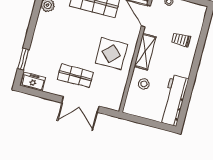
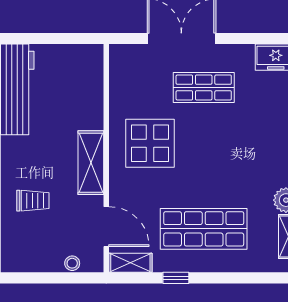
stool: (144, 84) -> (78, 105), removed

